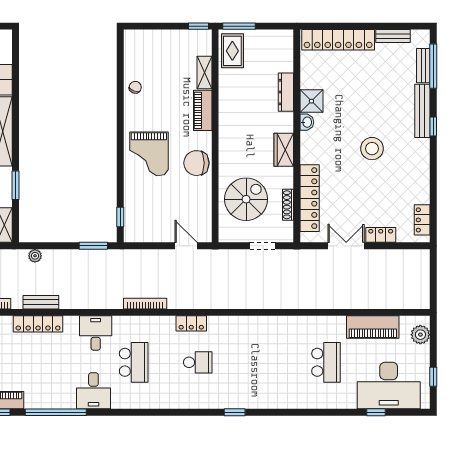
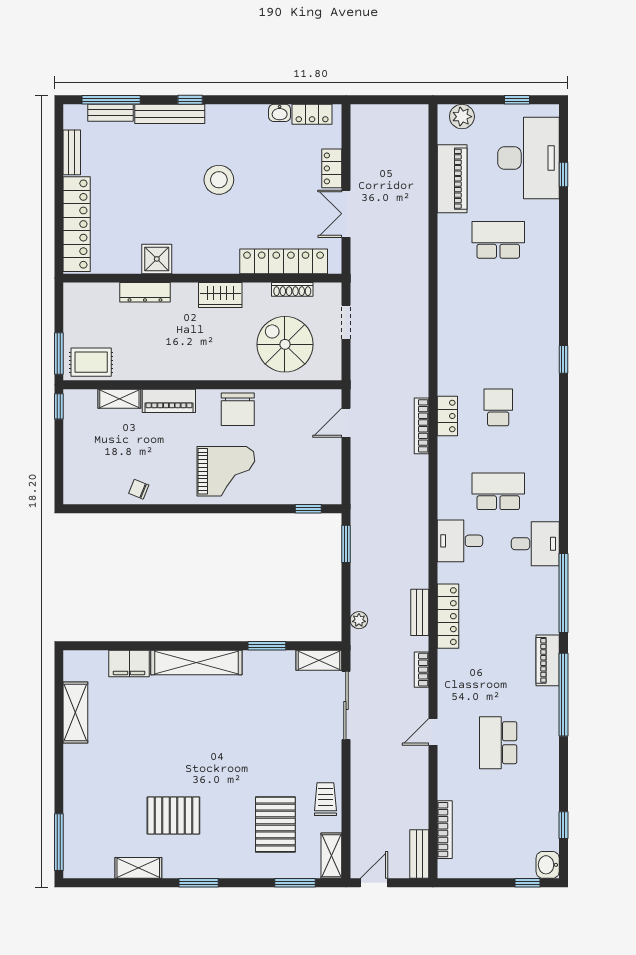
washbasin: (307, 122) -> (280, 113), moved, turned 180
bookcase: (145, 304) -> (421, 426), moved

